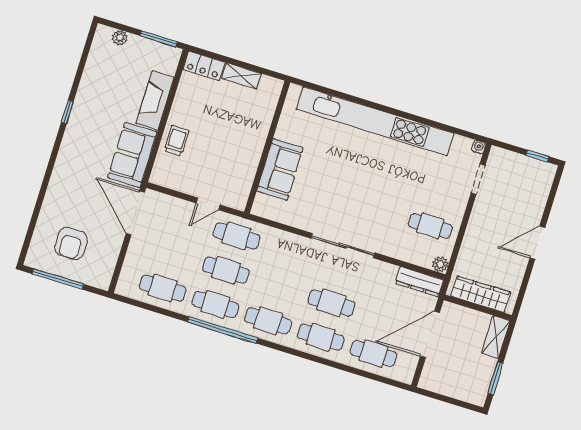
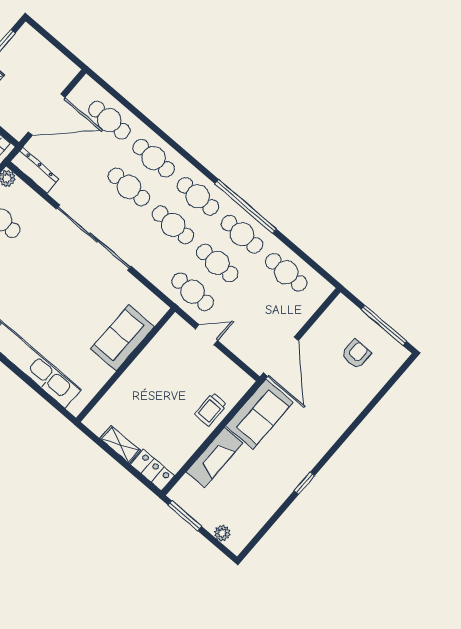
armchair: (71, 244) -> (356, 354), width x0.72, depth x0.72
sliding door: (343, 246) -> (94, 238), width x1.36
cafe table: (279, 287) -> (173, 225), added

